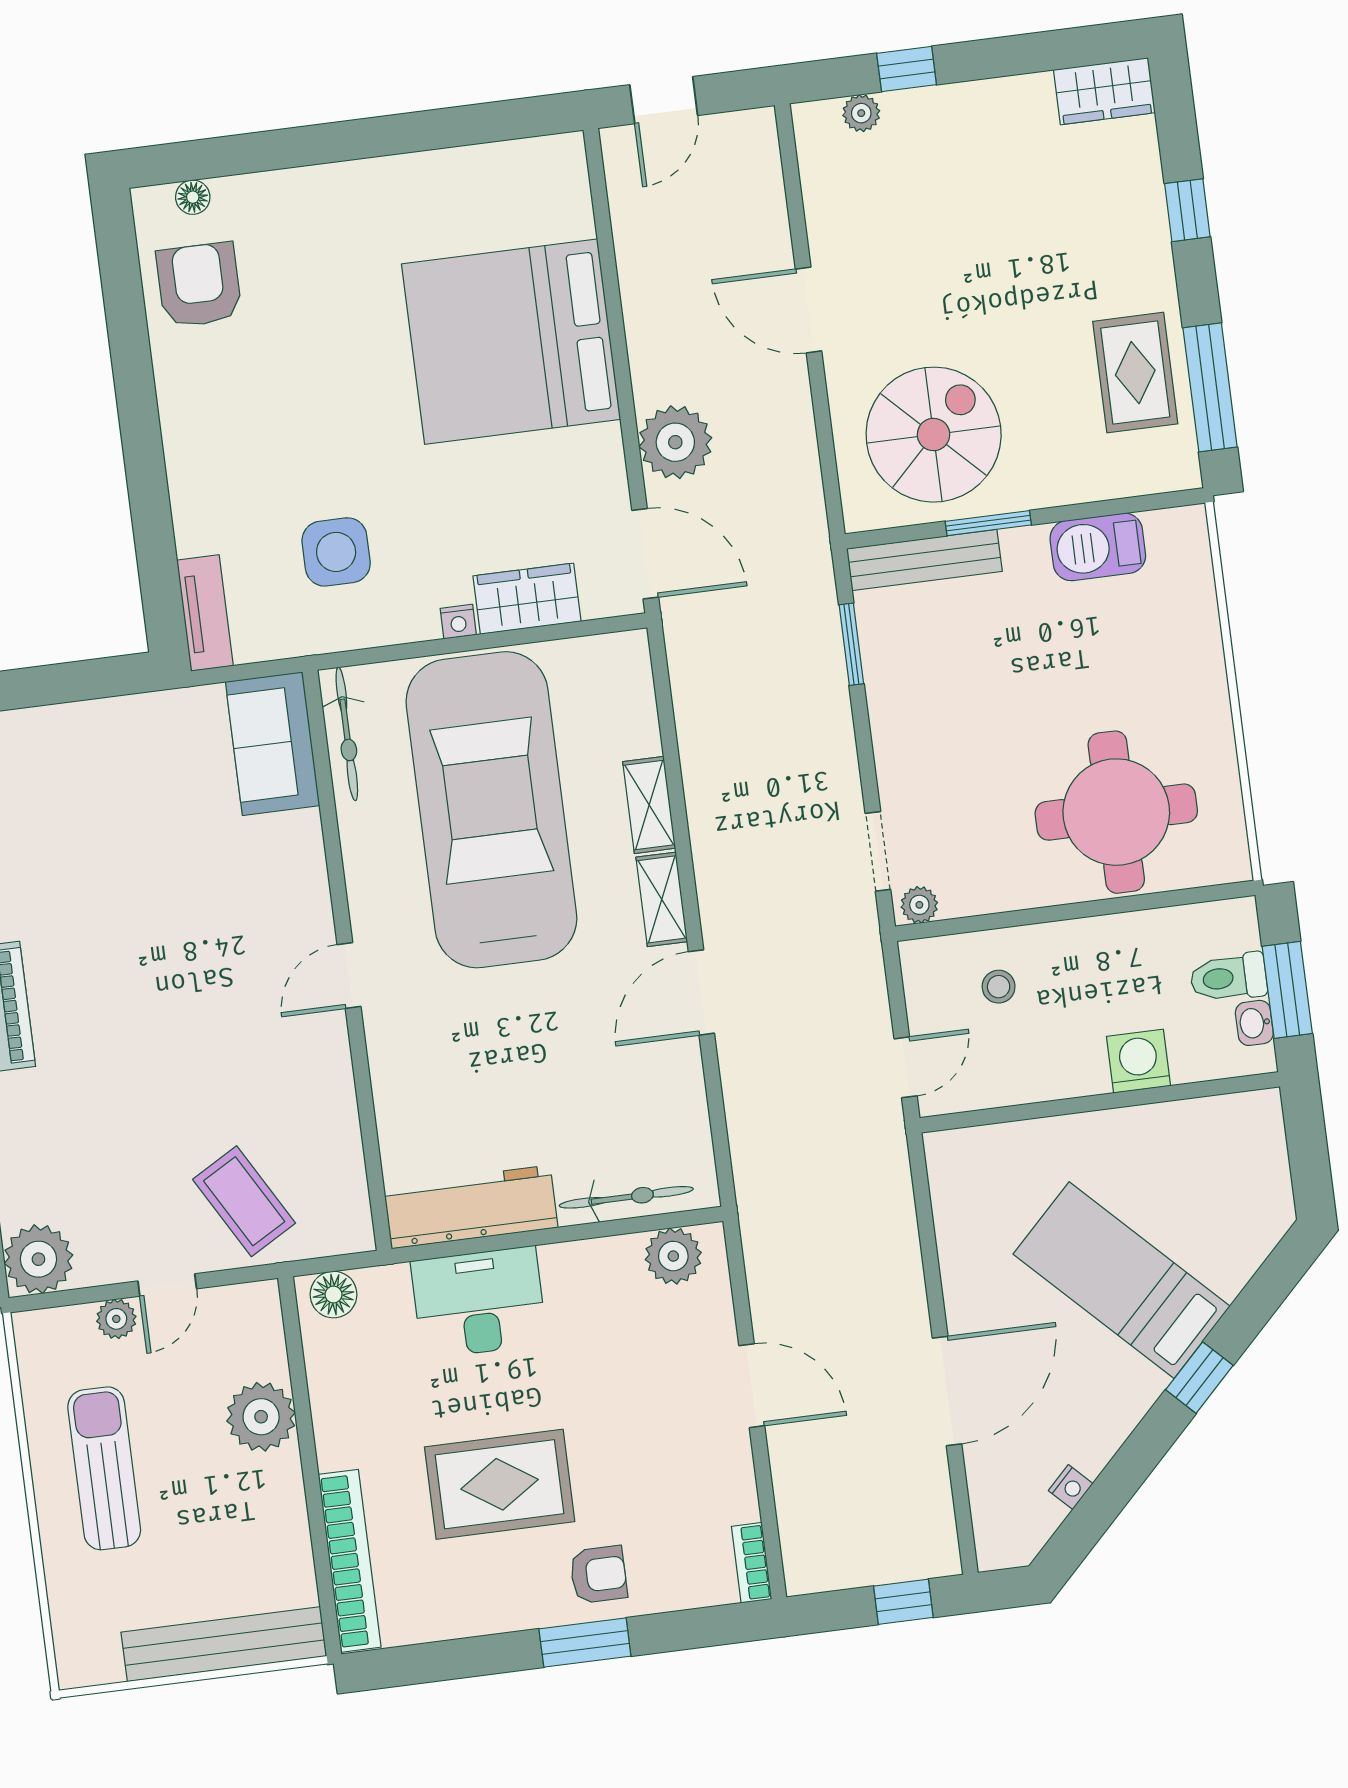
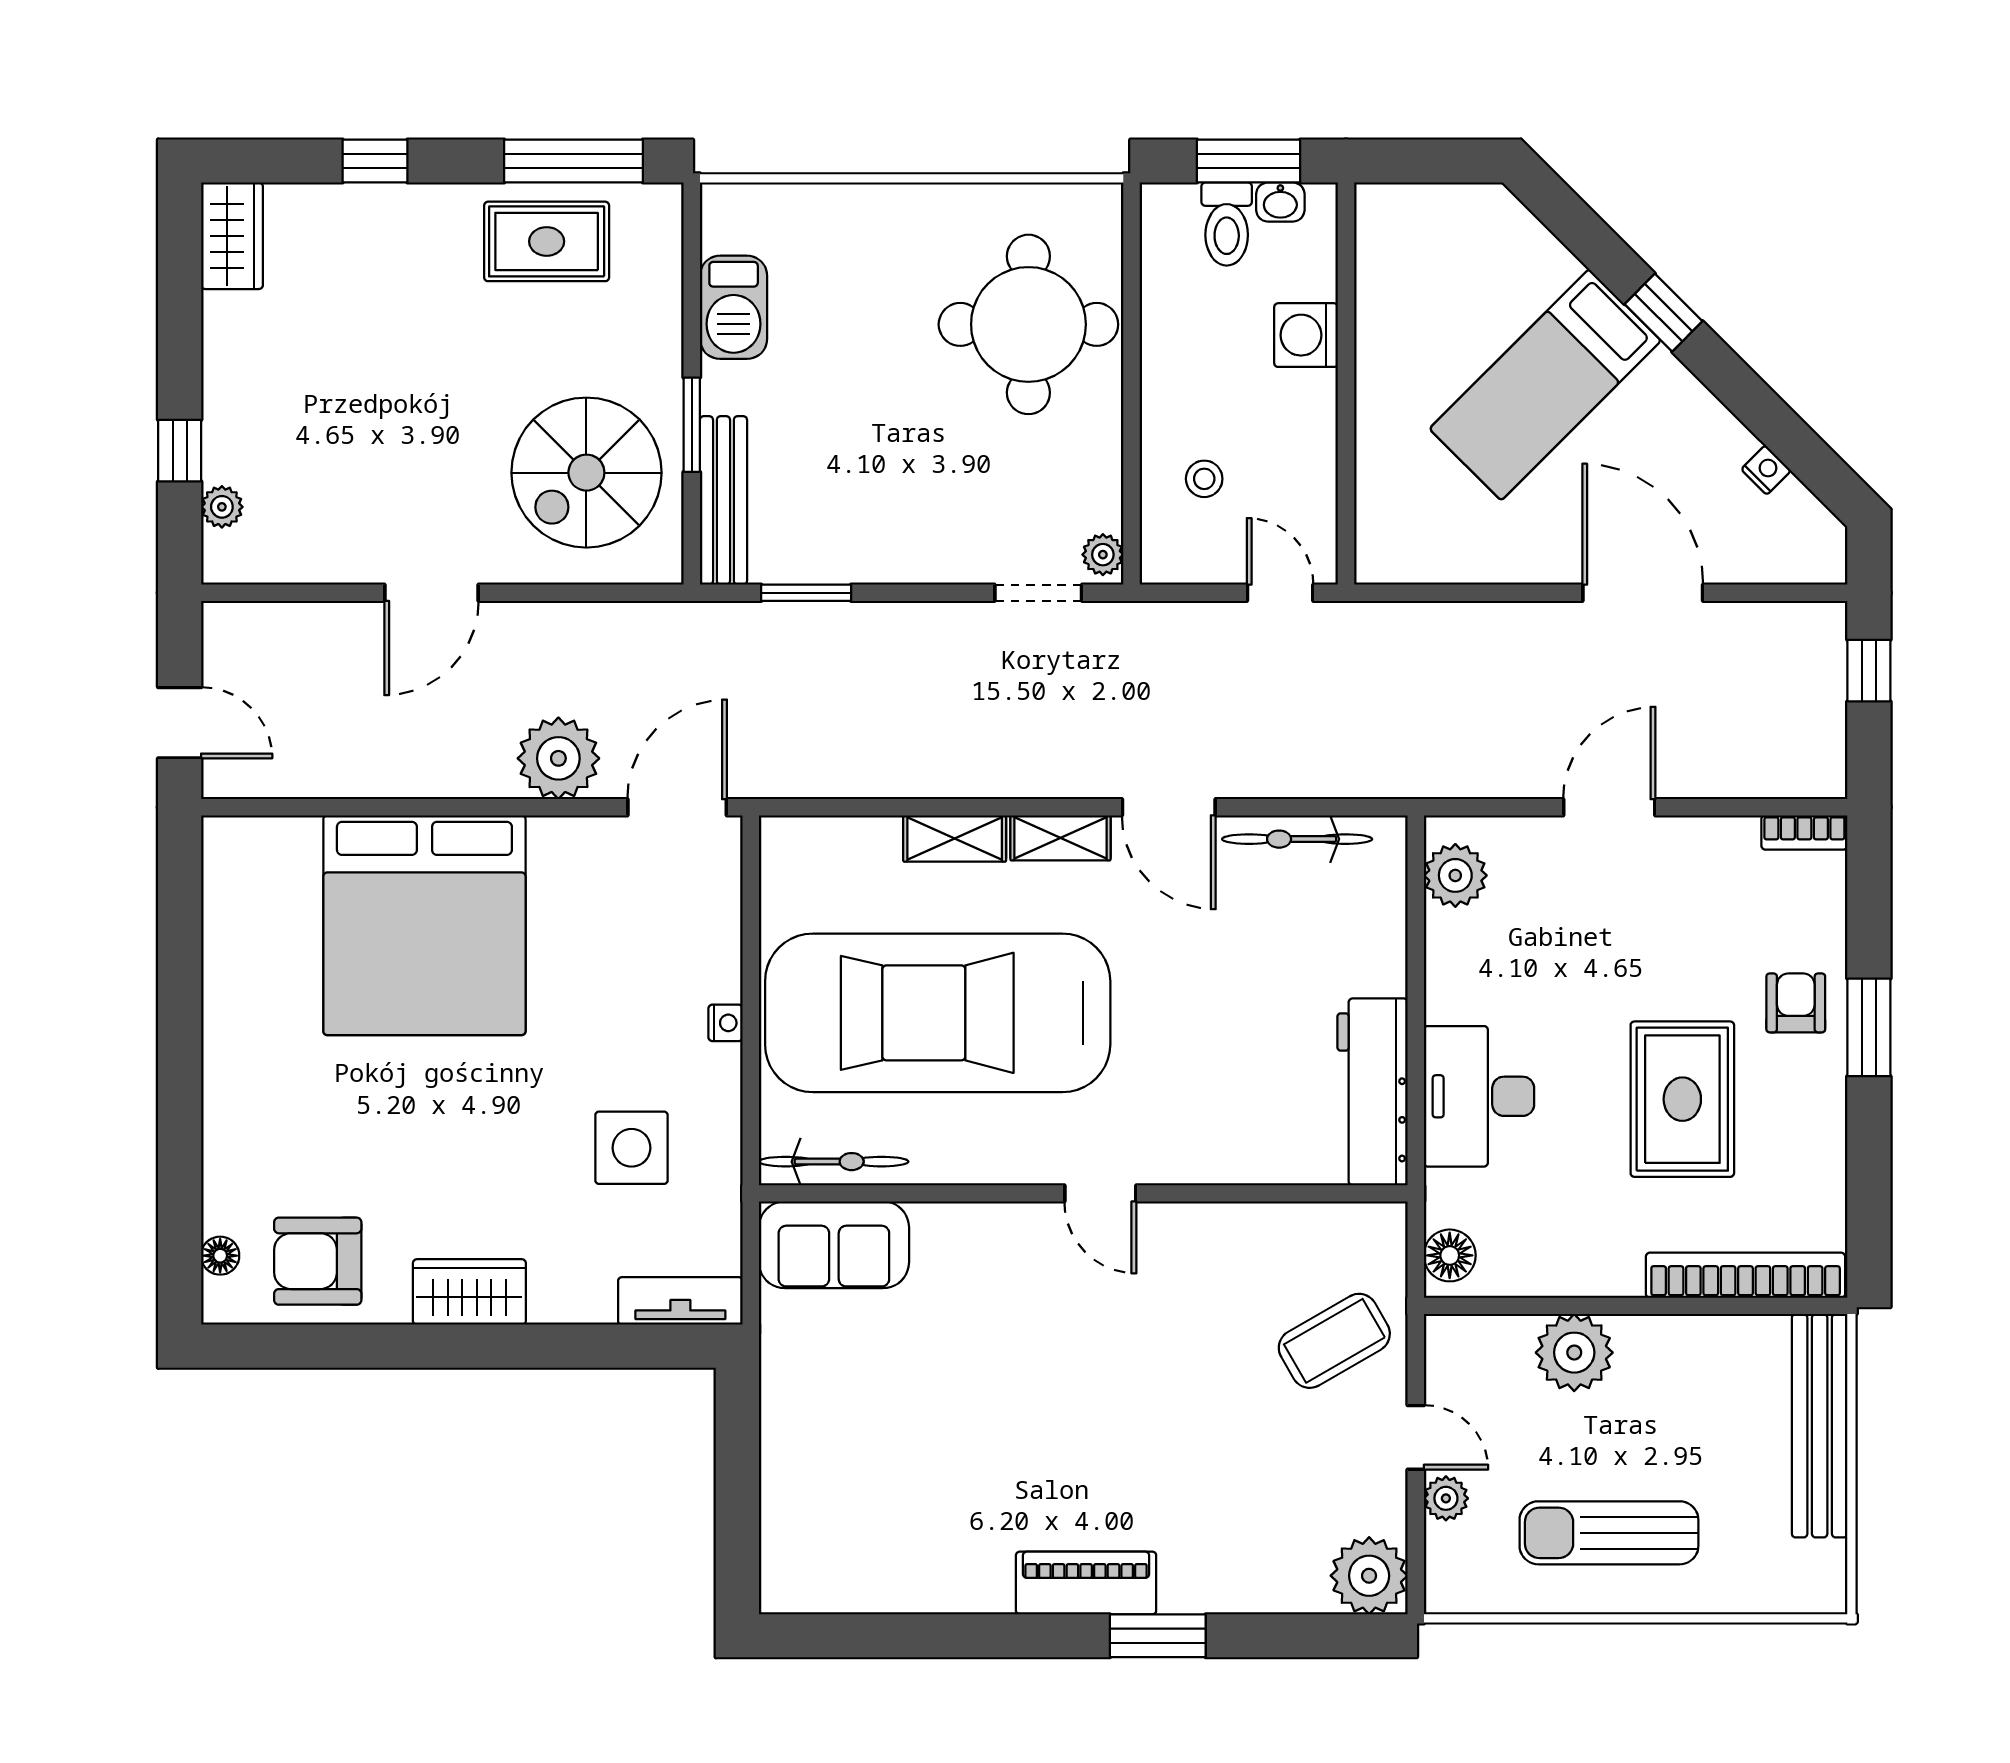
spiral stairs: (934, 435) -> (586, 473), turned -90
wardrobe: (527, 599) -> (469, 1292), moved, turned 90
bicycle: (626, 1197) -> (1297, 839), moved, turned -90

